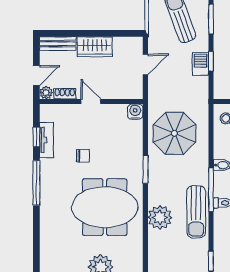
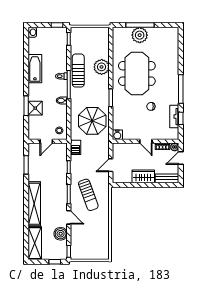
barbecue: (200, 64) -> (75, 147), moved
meeting table: (105, 207) -> (137, 73), turned 90

